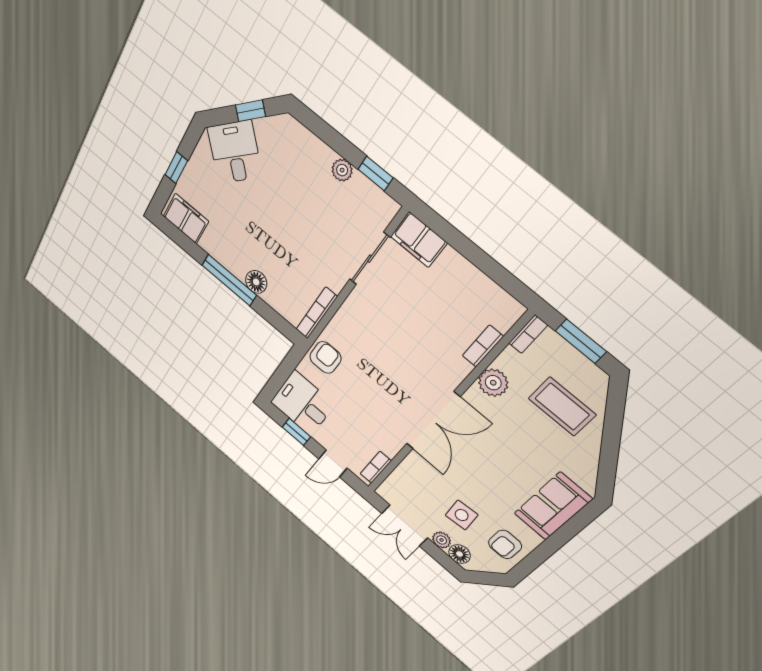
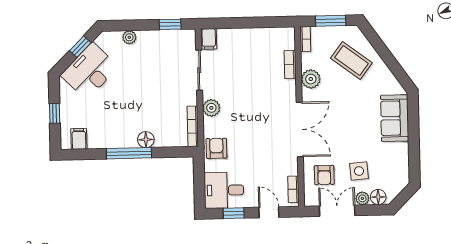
desk: (235, 152) -> (90, 71), width x1.37
plant: (342, 170) -> (129, 37), moved
filing cabinet: (186, 219) -> (79, 139), width x0.50
filing cabinet: (419, 240) -> (209, 39), width x0.50
plant: (352, 312) -> (211, 108), added
coffee table: (562, 407) -> (351, 61), turned 37
door: (333, 464) -> (269, 212), swing flipped
double door: (405, 526) -> (337, 211), swing flipped
armchair: (505, 544) -> (324, 175), moved

